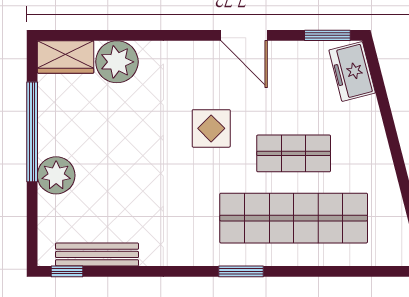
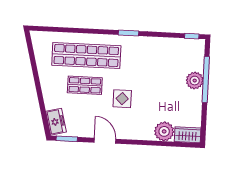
window: (32, 132) -> (206, 80), moved
bench: (97, 254) -> (178, 43), removed
window: (241, 271) -> (128, 33), moved

